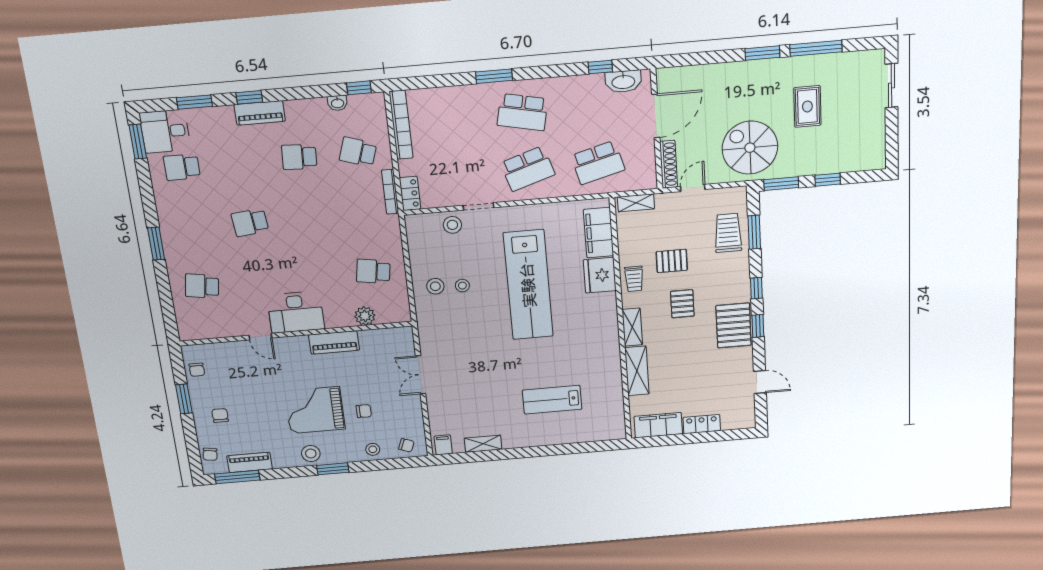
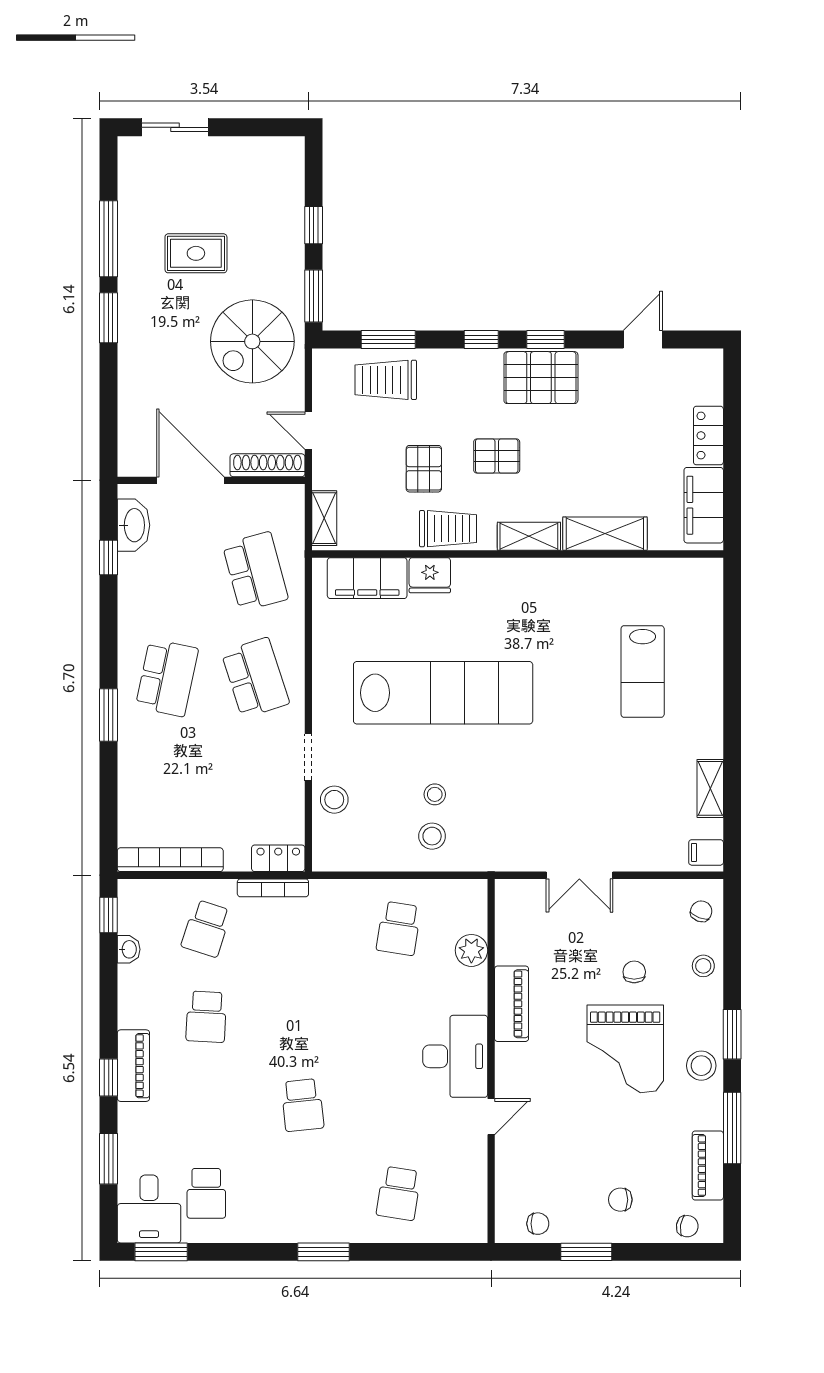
fridge: (600, 275) -> (430, 575), width x0.73, depth x0.75
trolley: (634, 279) -> (448, 529), width x1.36, depth x1.39
window: (237, 477) -> (732, 1128), moved

